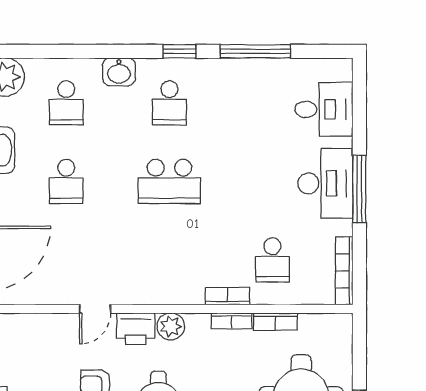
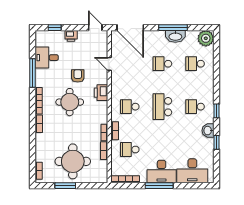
window: (255, 51) -> (216, 142), width x0.46
washbasin: (119, 72) -> (208, 131), moved
desk: (324, 109) -> (192, 171), width x1.37
school desk: (169, 260) -> (130, 107), added
door: (95, 309) -> (109, 64), moved
plant: (171, 326) -> (102, 107), removed

